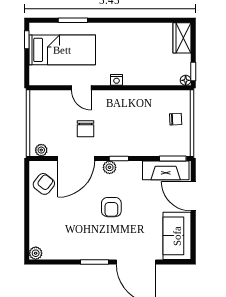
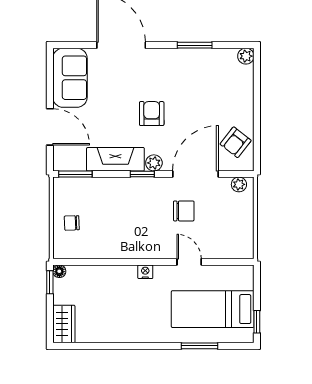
chair: (86, 129) -> (184, 211), turned 90
fireplace: (166, 170) -> (115, 159), moved
window: (95, 262) -> (195, 45), moved

